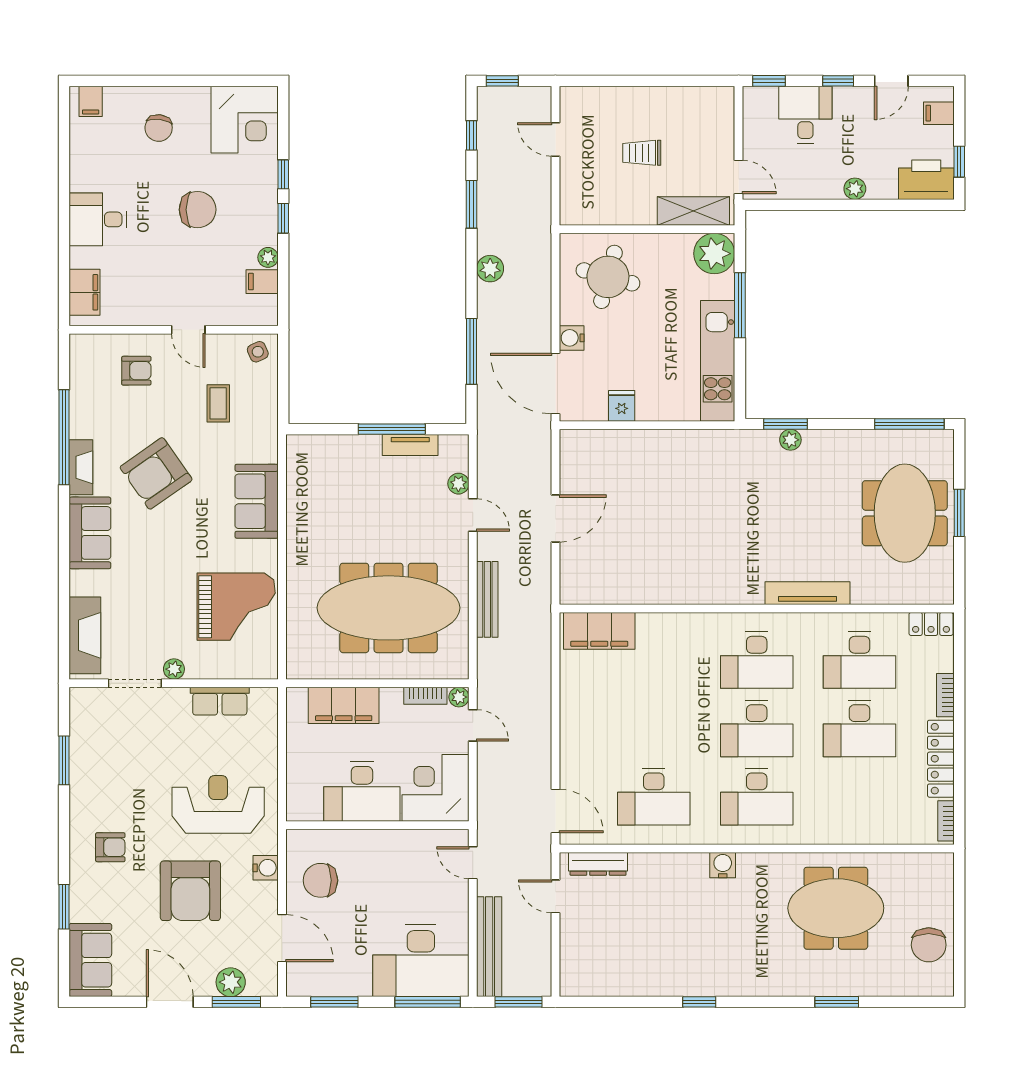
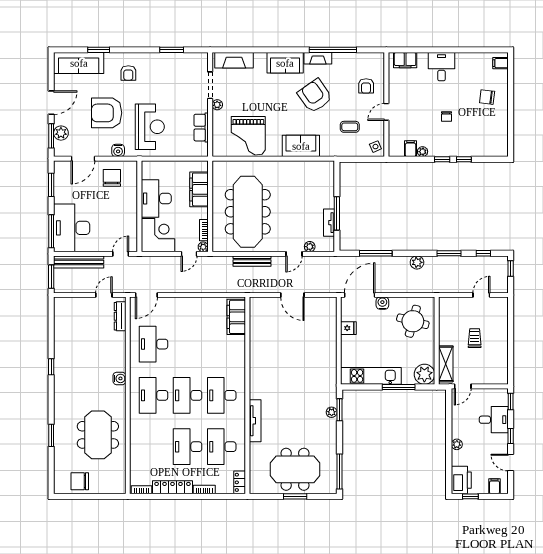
corner desk: (245, 120) -> (491, 140), removed
chair: (198, 210) -> (446, 117), width x0.54, depth x0.54
sofa: (90, 960) -> (79, 63), width x1.36

